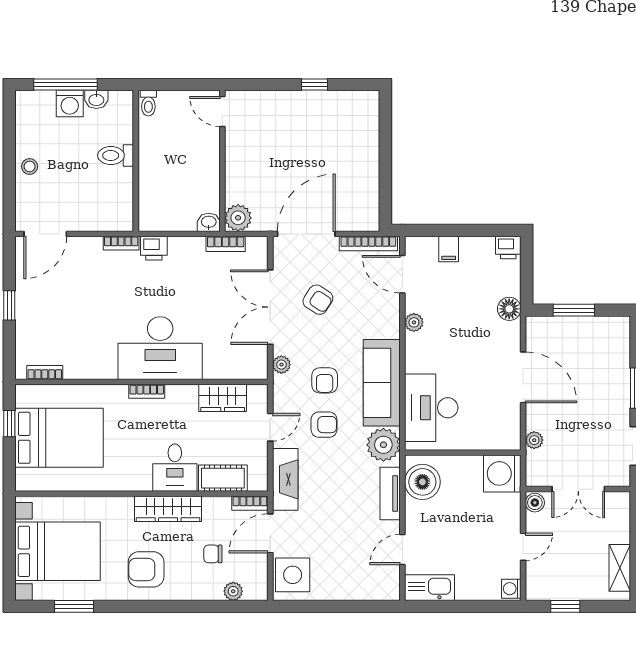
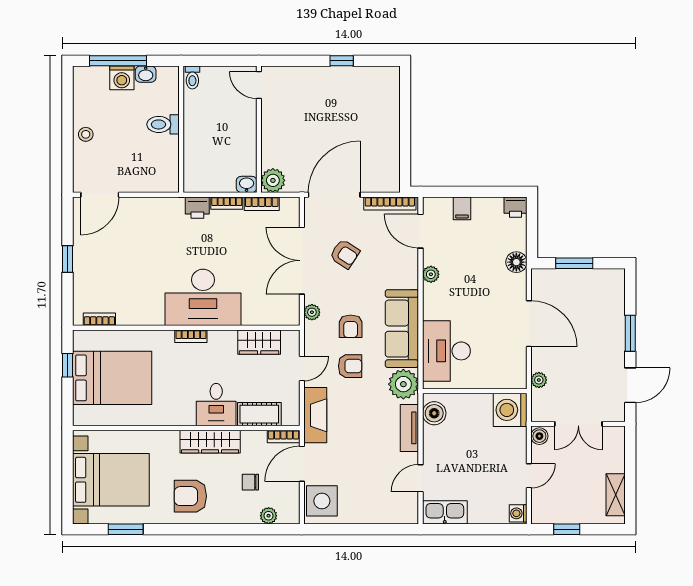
bookcase: (121, 243) -> (227, 203), moved
boiler: (422, 482) -> (434, 413), width x0.73, depth x0.73

